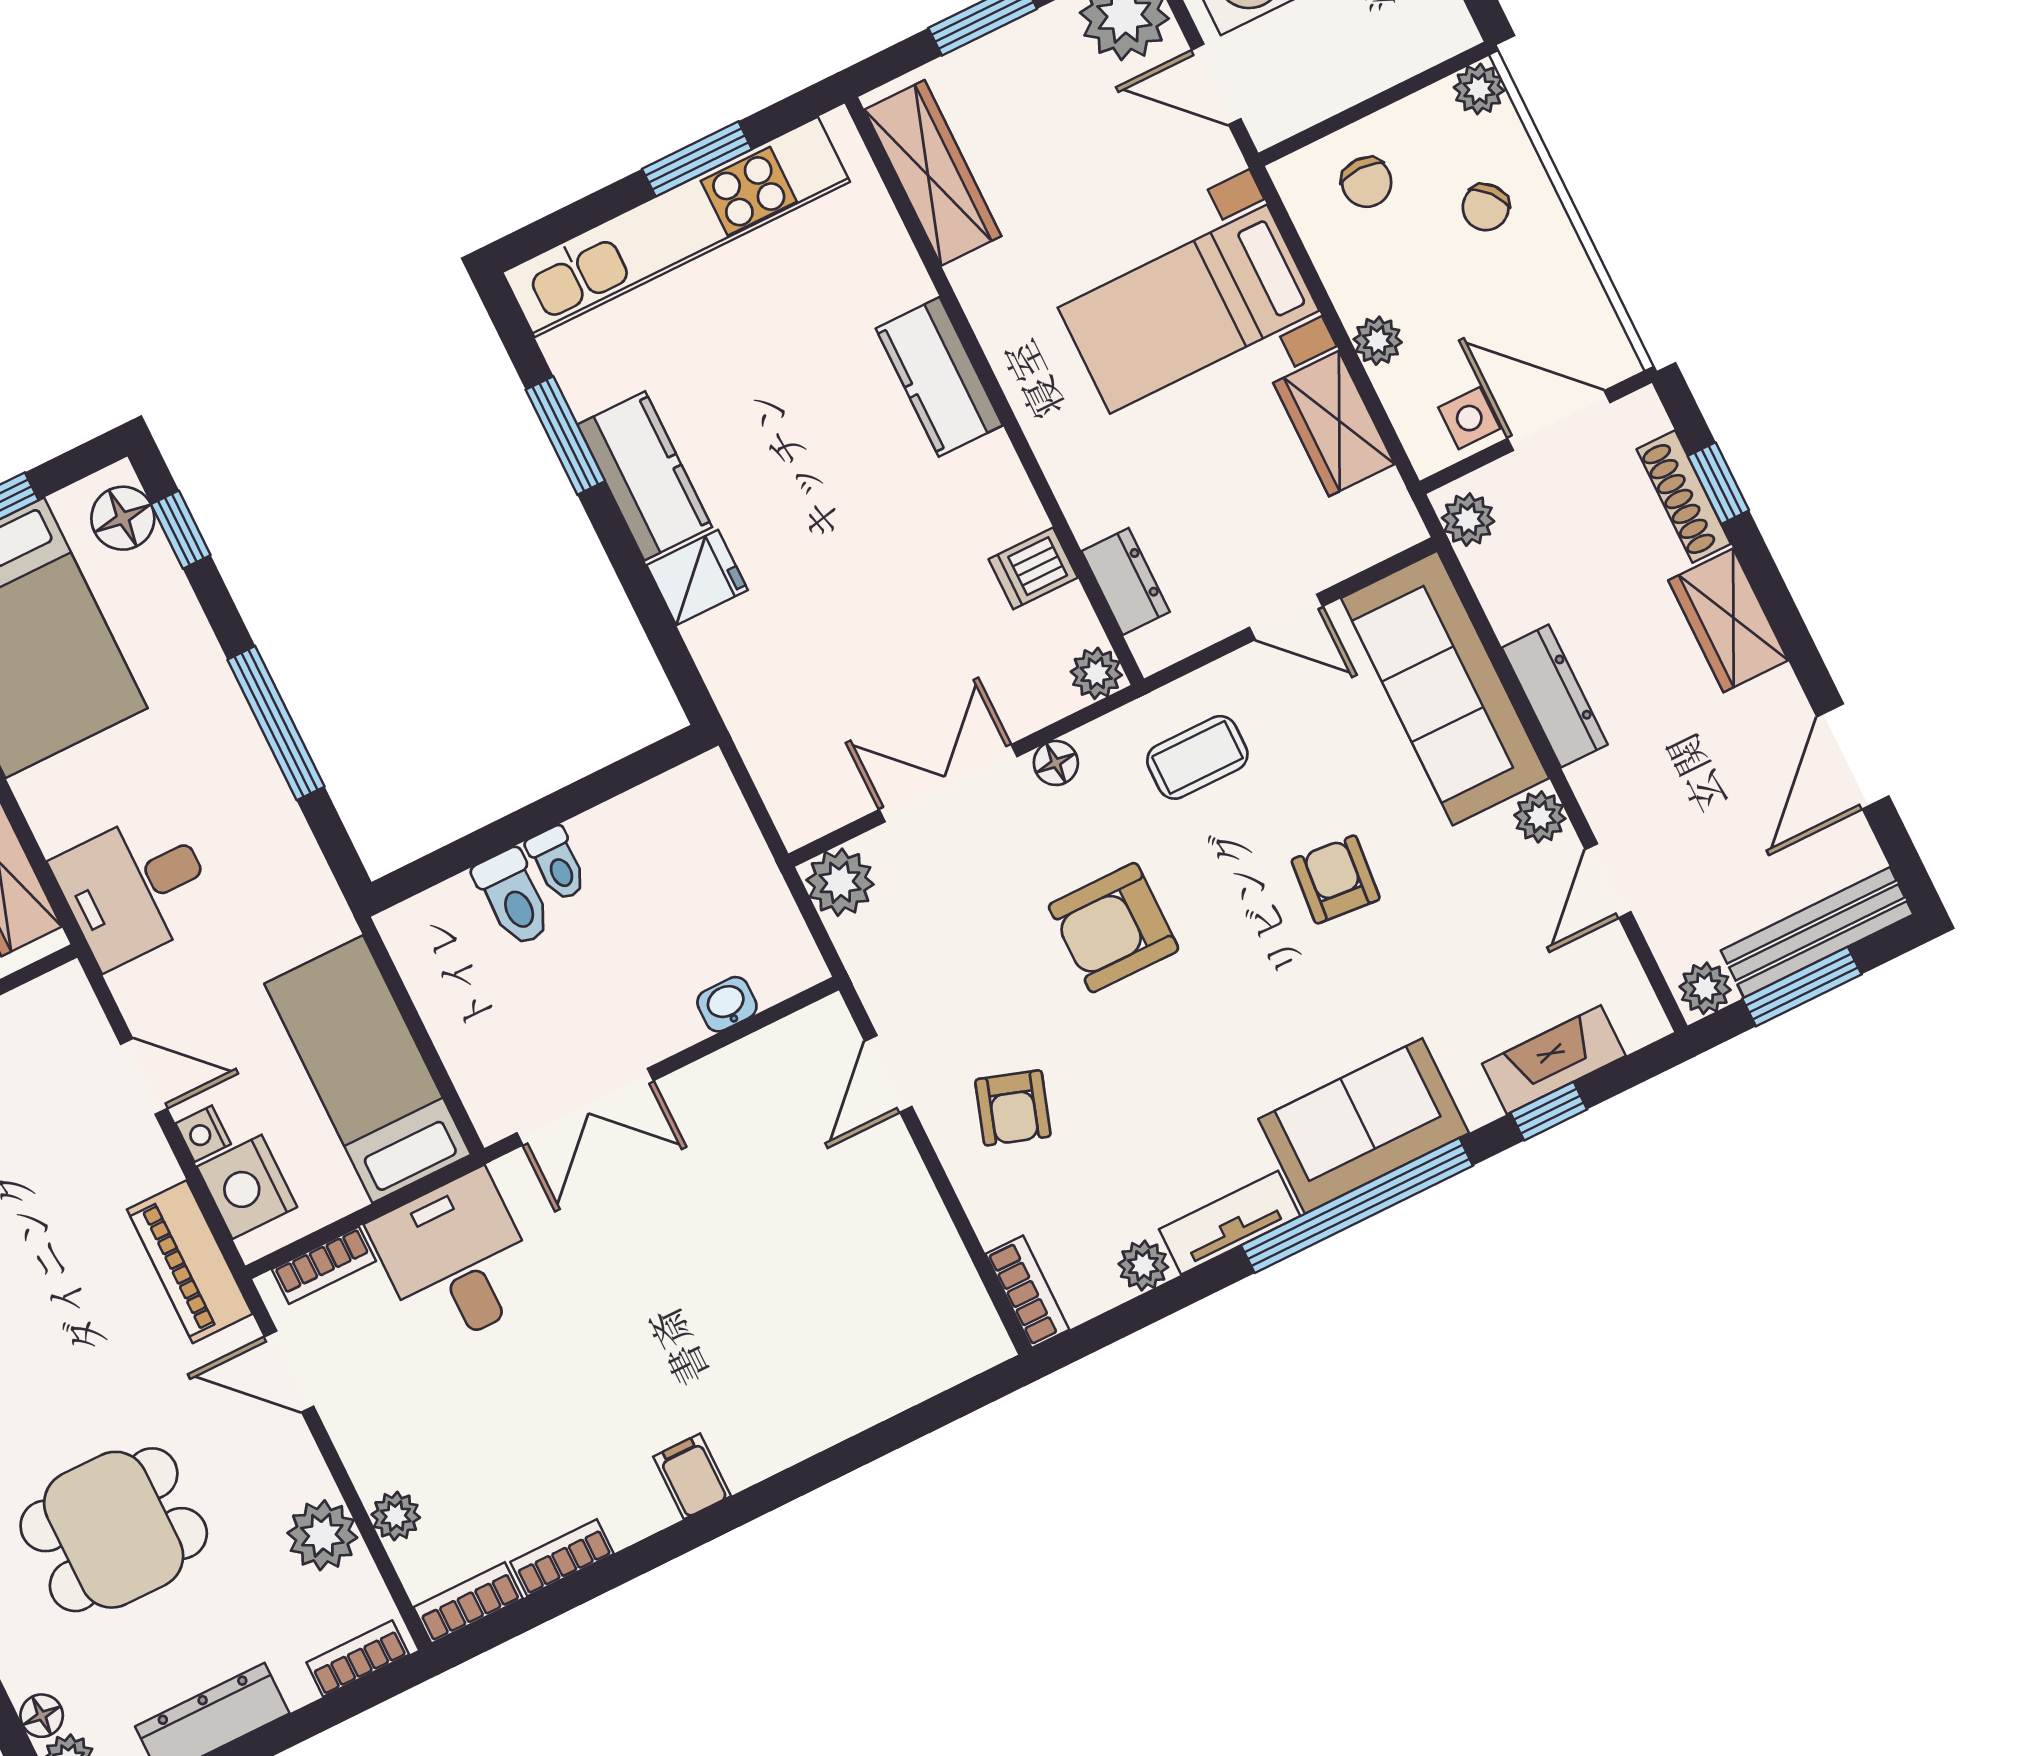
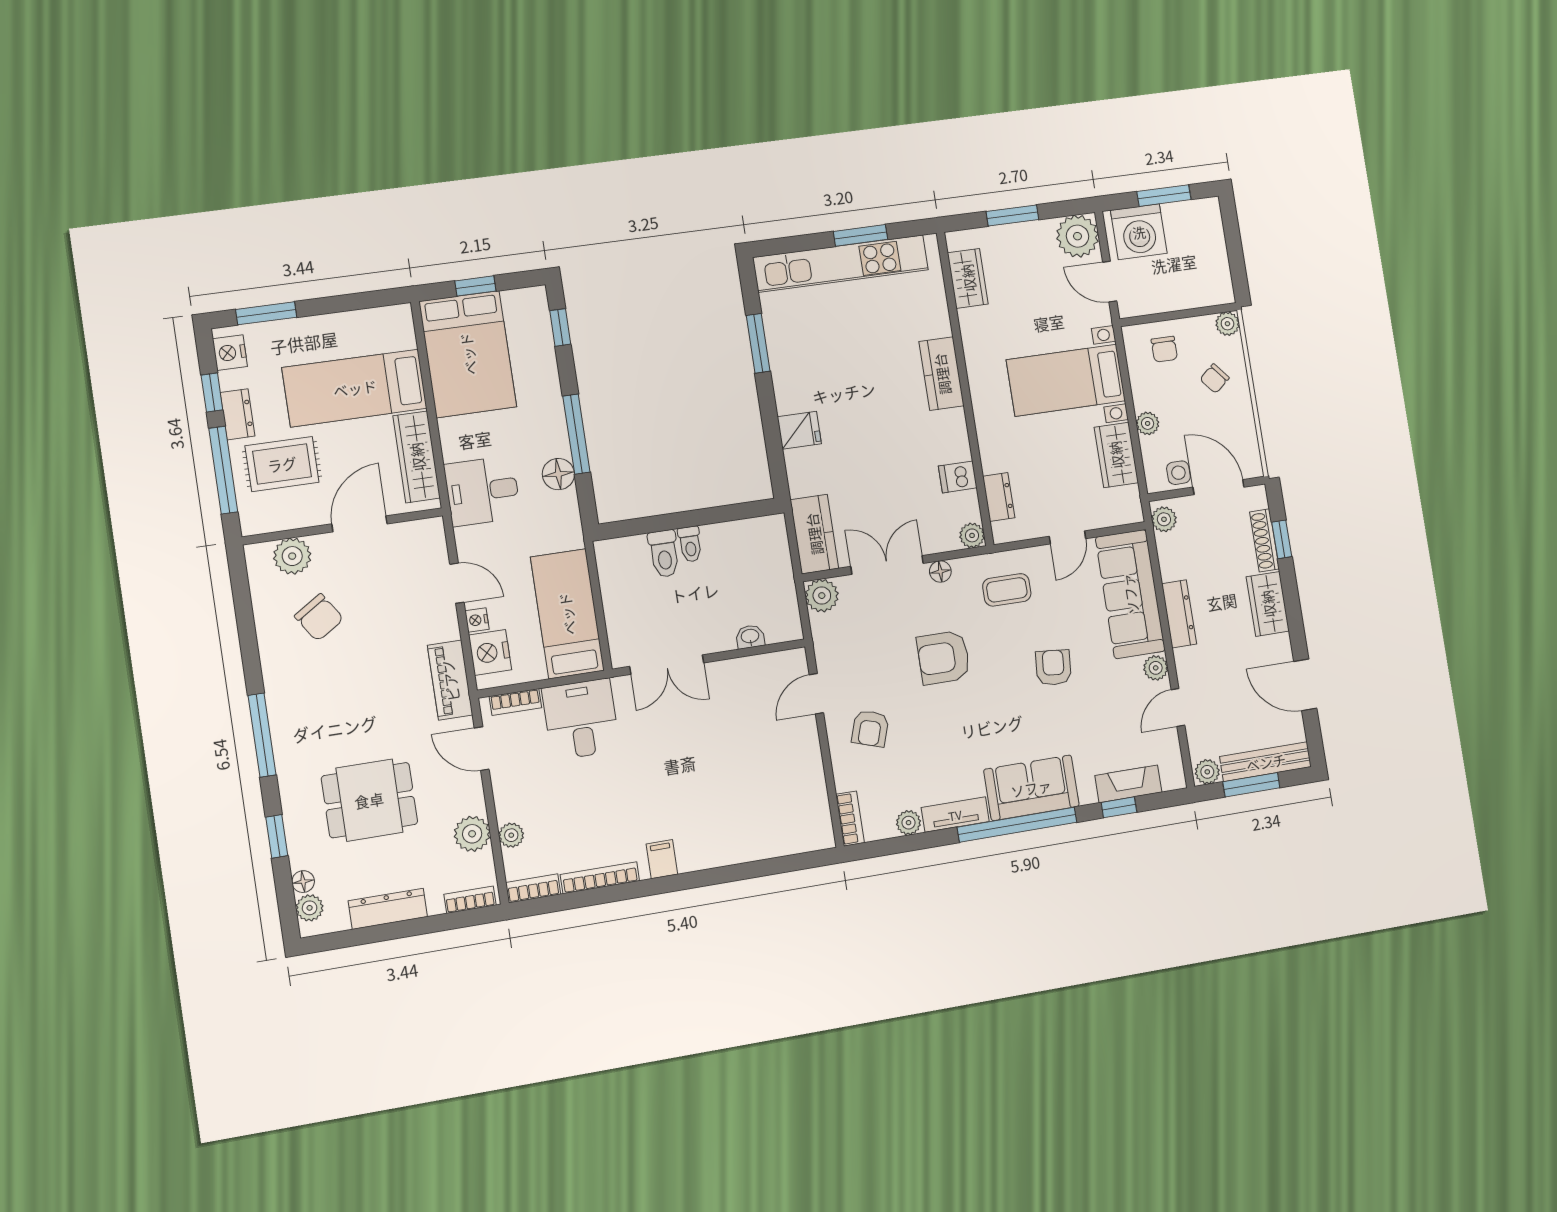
wardrobe: (933, 173) -> (968, 278), width x0.67
kitchen counter: (645, 476) -> (814, 534), moved
floor lamp: (123, 518) -> (558, 474), moved
door: (1286, 617) -> (1067, 537), hinge flipped
door: (1853, 756) -> (1305, 685), hinge flipped
bookcase: (562, 1558) -> (600, 878), width x1.56

